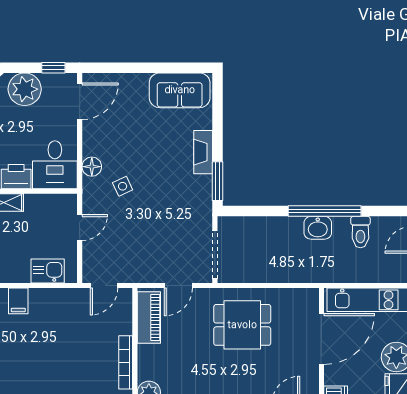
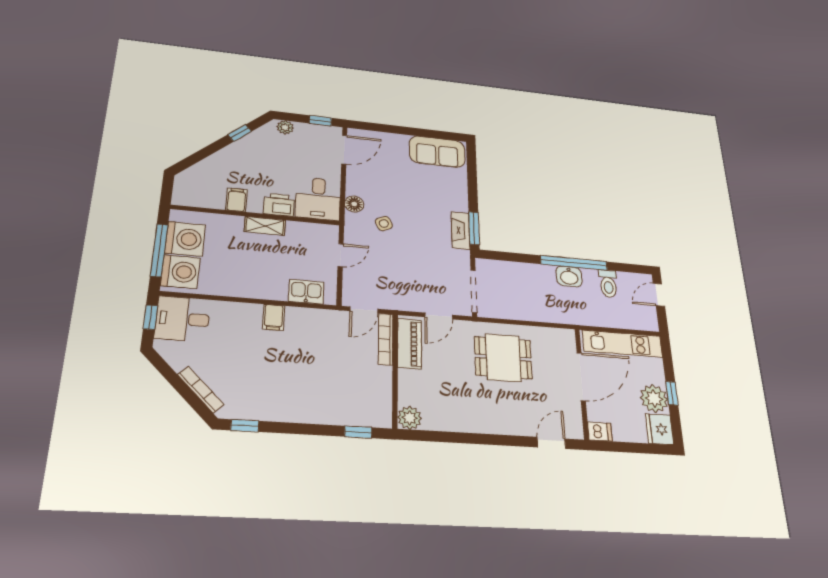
plant: (25, 89) -> (285, 127), width x0.53, depth x0.53
fireplace: (203, 152) -> (461, 231), moved
bookcase: (126, 362) -> (386, 339), moved

